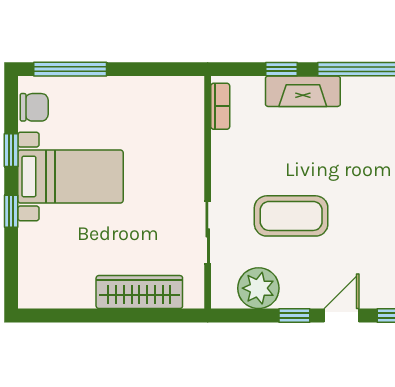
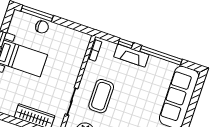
chair: (34, 107) -> (42, 27), moved
coffee table: (291, 216) -> (101, 96), moved, turned 90

